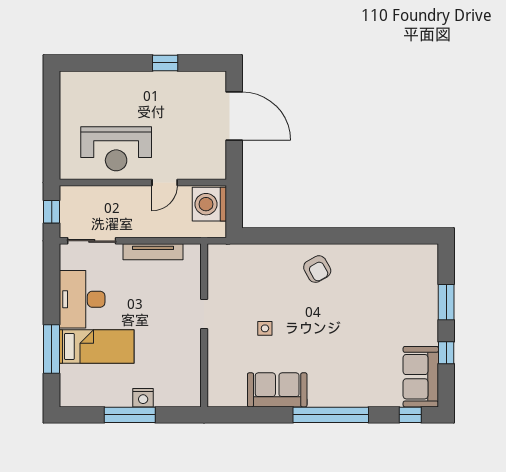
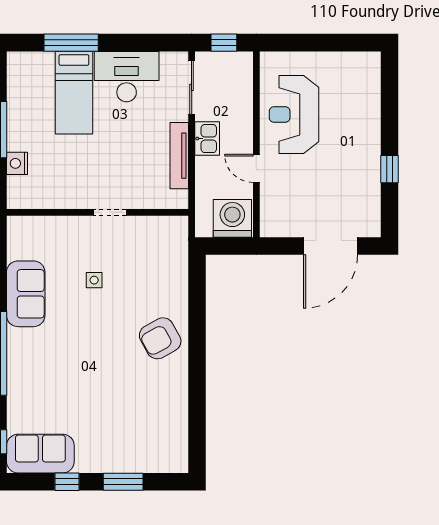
kitchen sink: (138, 227) -> (207, 139), added
armchair: (317, 269) -> (160, 338), width x1.38, depth x1.38
nightstand: (143, 398) -> (17, 163), moved

